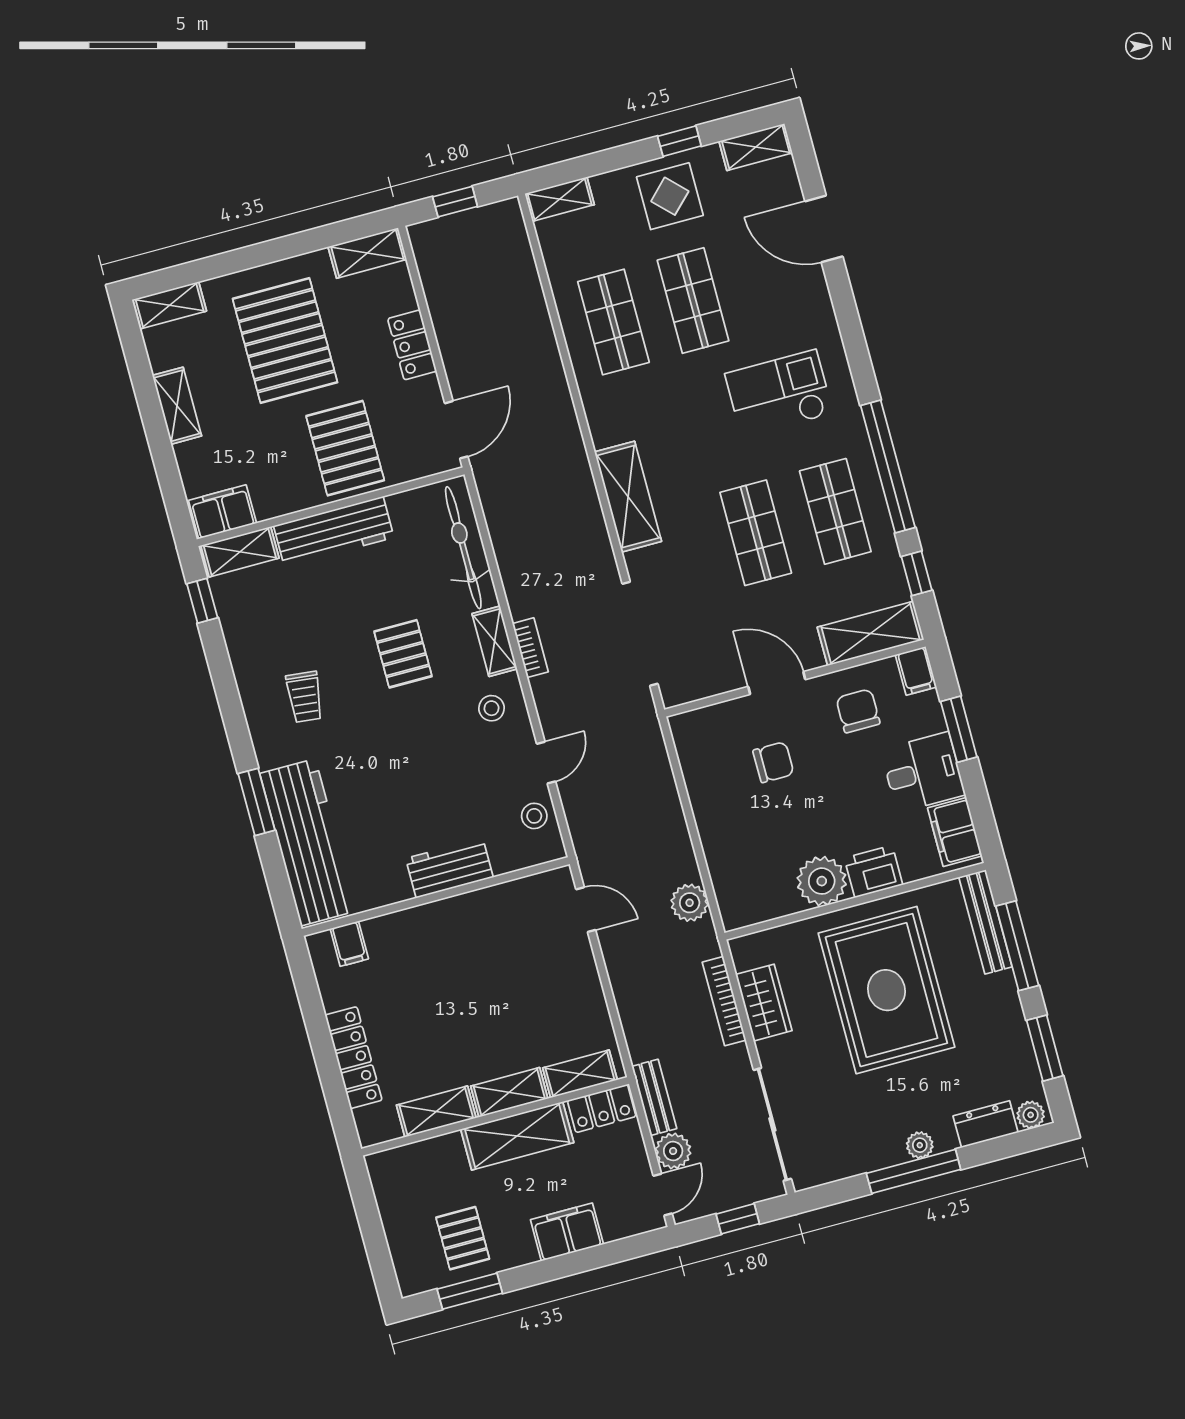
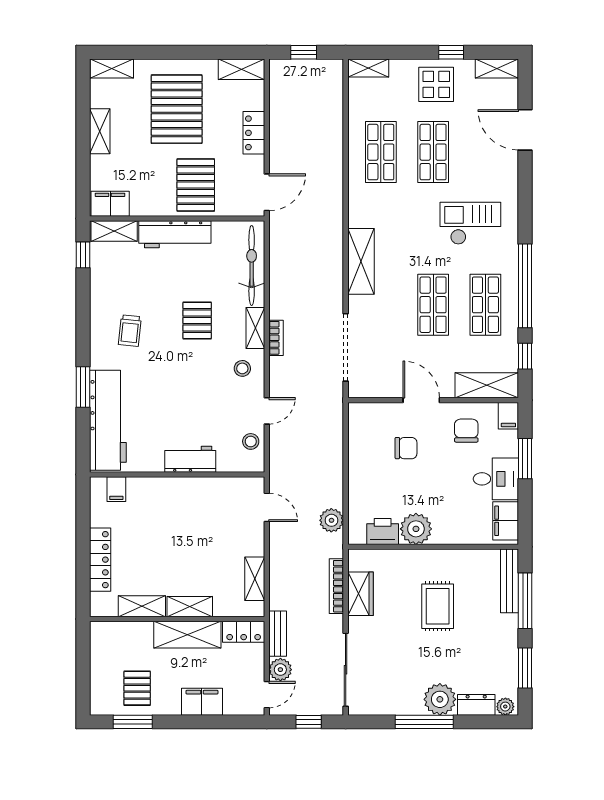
printer: (873, 871) -> (383, 532), moved
rug: (886, 990) -> (438, 606), width x0.54, depth x0.49
shelving: (580, 1074) -> (255, 579), moved, turned 90
plant: (920, 1145) -> (440, 699), width x1.88, depth x1.88

